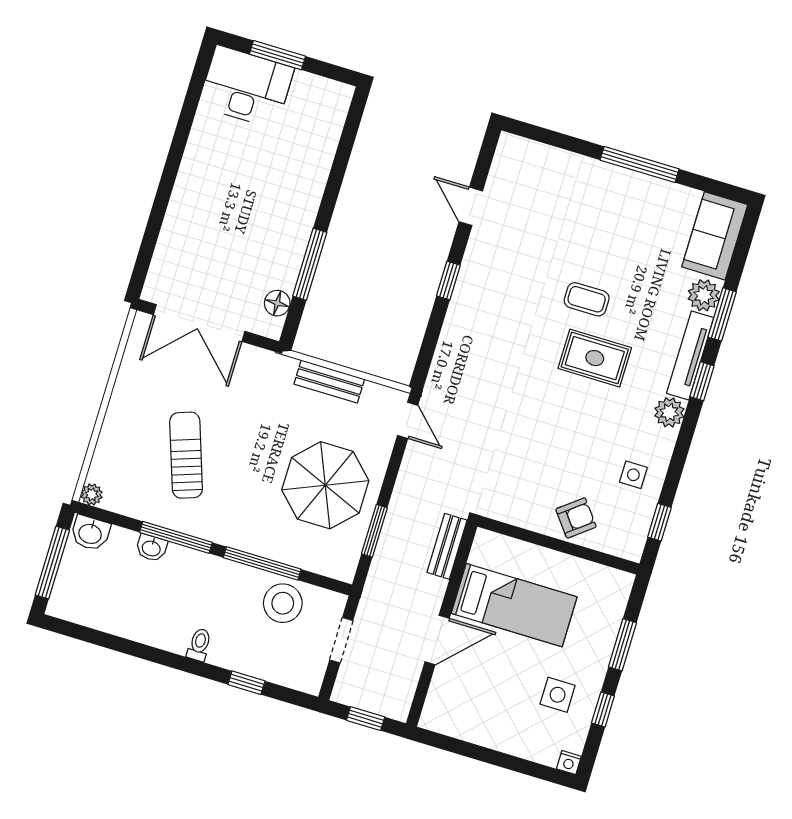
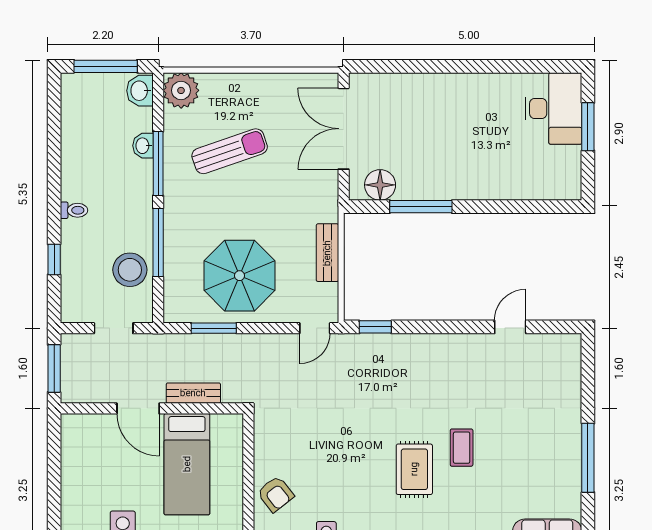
window: (448, 281) -> (375, 327), moved
floor lamp: (277, 303) -> (380, 185), width x1.38, depth x1.38
plant: (92, 494) -> (181, 90), width x1.88, depth x1.88
bench: (447, 546) -> (193, 393), moved
window: (366, 719) -> (54, 368), width x1.50

